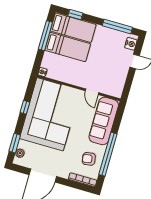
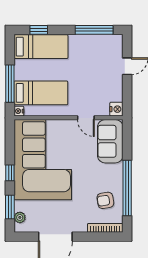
window: (45, 36) -> (10, 84), moved
nightstand: (131, 44) -> (116, 109), moved
bed: (68, 47) -> (41, 93), moved
window: (25, 107) -> (10, 173), moved
sofa: (104, 121) -> (110, 141), width x0.73

